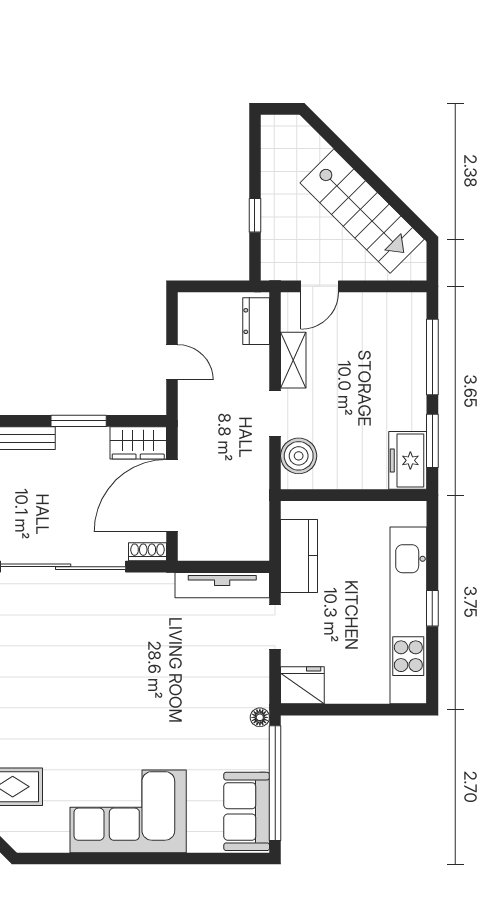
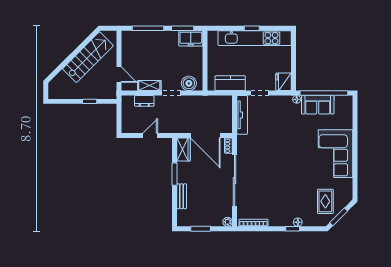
dresser: (256, 321) -> (144, 101), moved
sofa: (247, 811) -> (318, 105), moved

